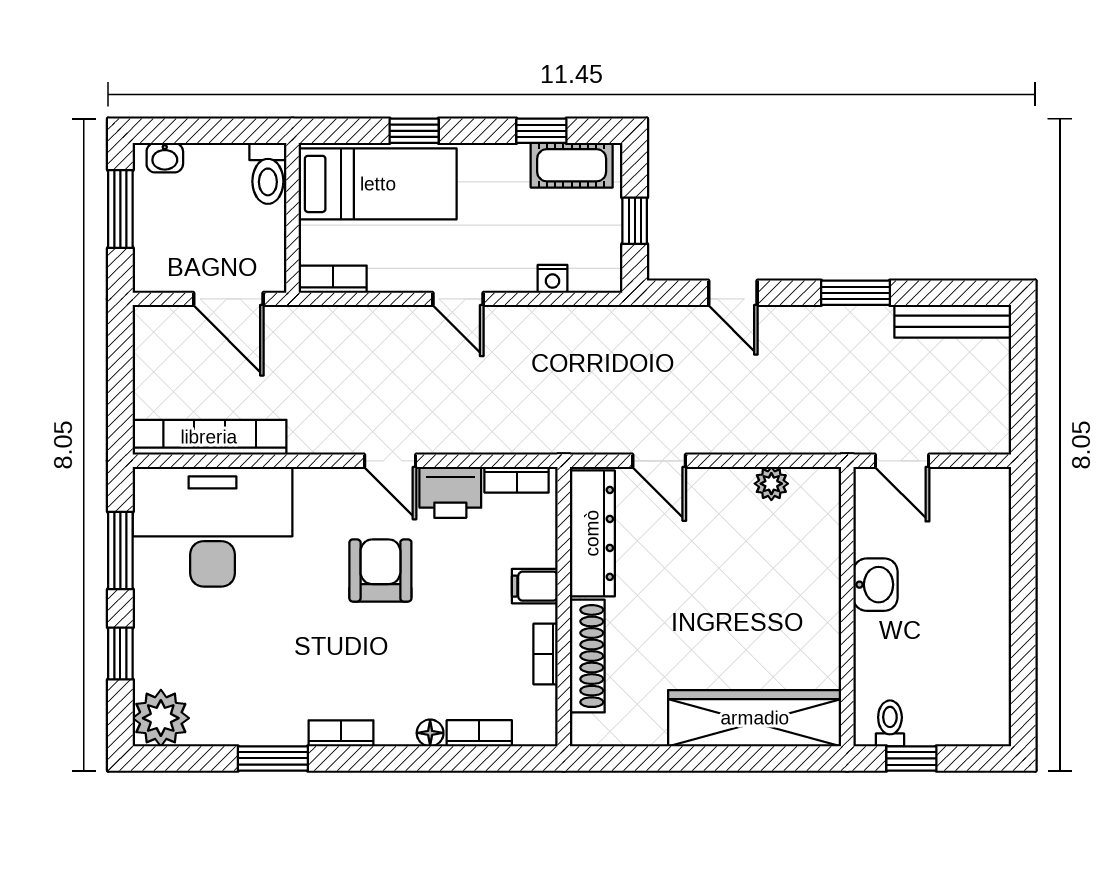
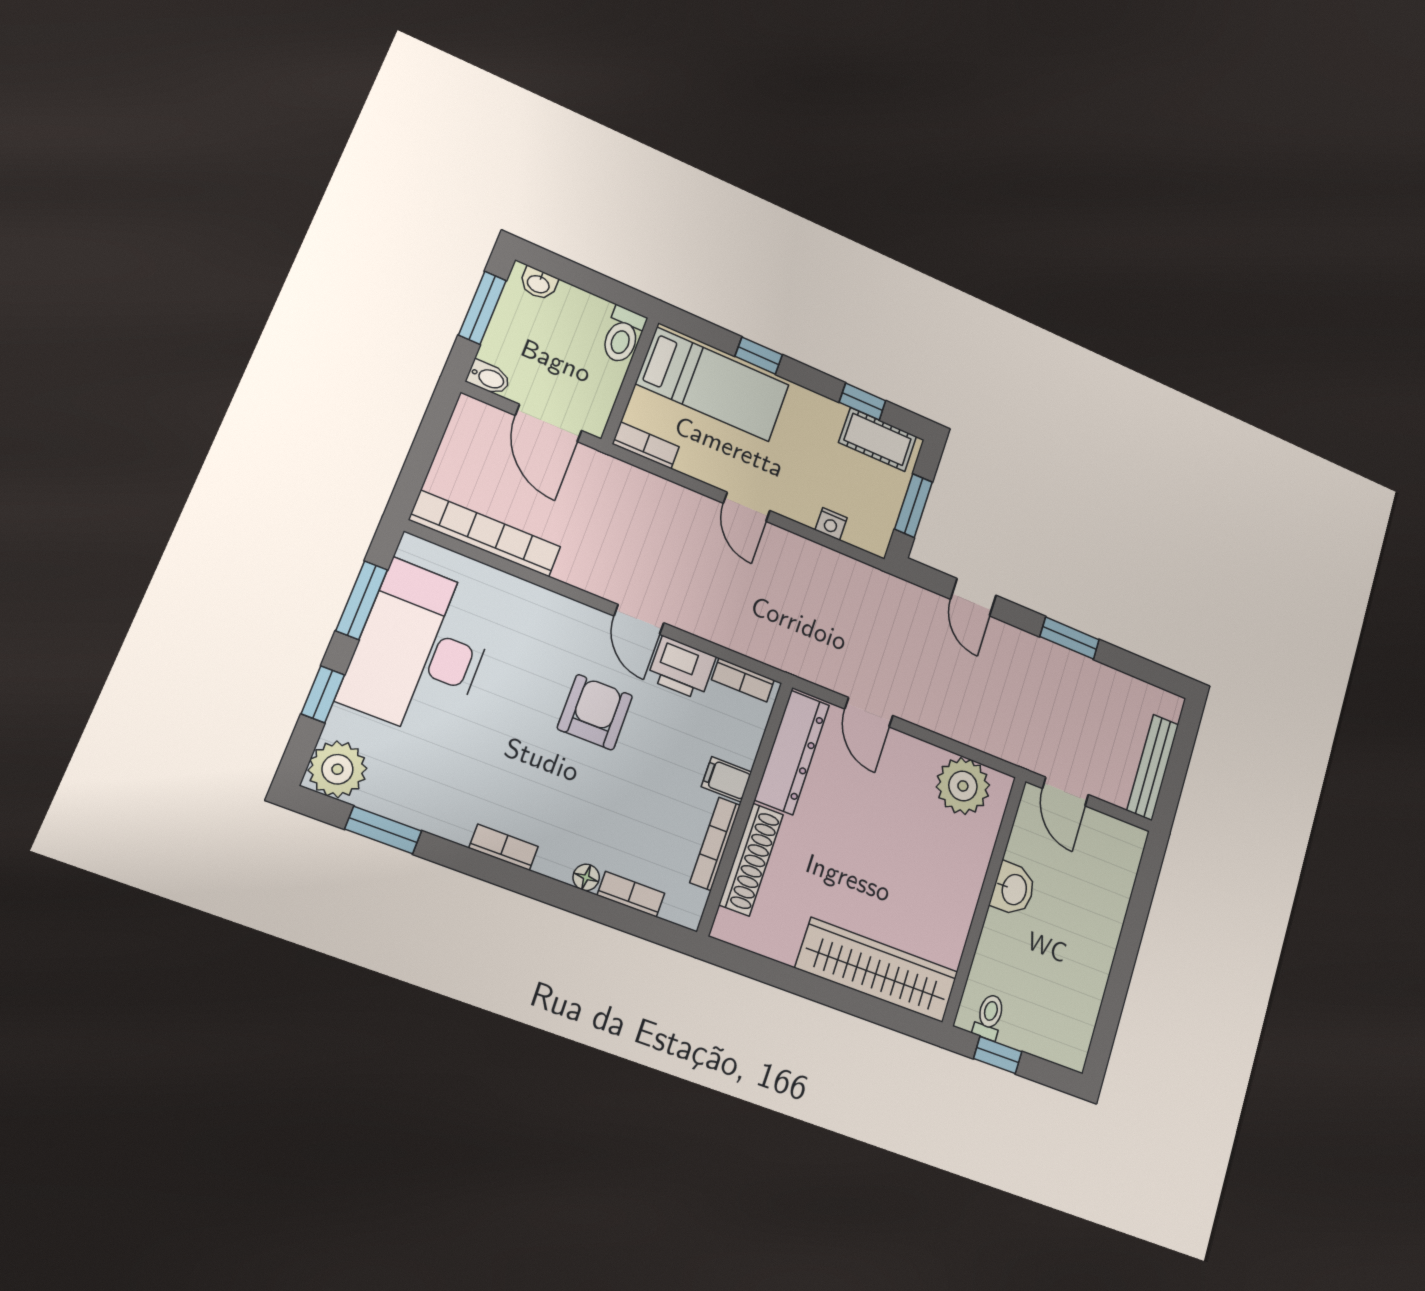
window: (635, 221) -> (913, 506), width x1.50
bidet: (154, 278) -> (489, 378), added
bench: (953, 321) -> (1153, 767), moved, turned 90
plant: (771, 484) -> (963, 786), width x1.88, depth x1.88
desk: (213, 527) -> (420, 650), moved, turned -90
bookcase: (546, 654) -> (715, 844), width x1.56
window: (273, 758) -> (383, 830), moved

